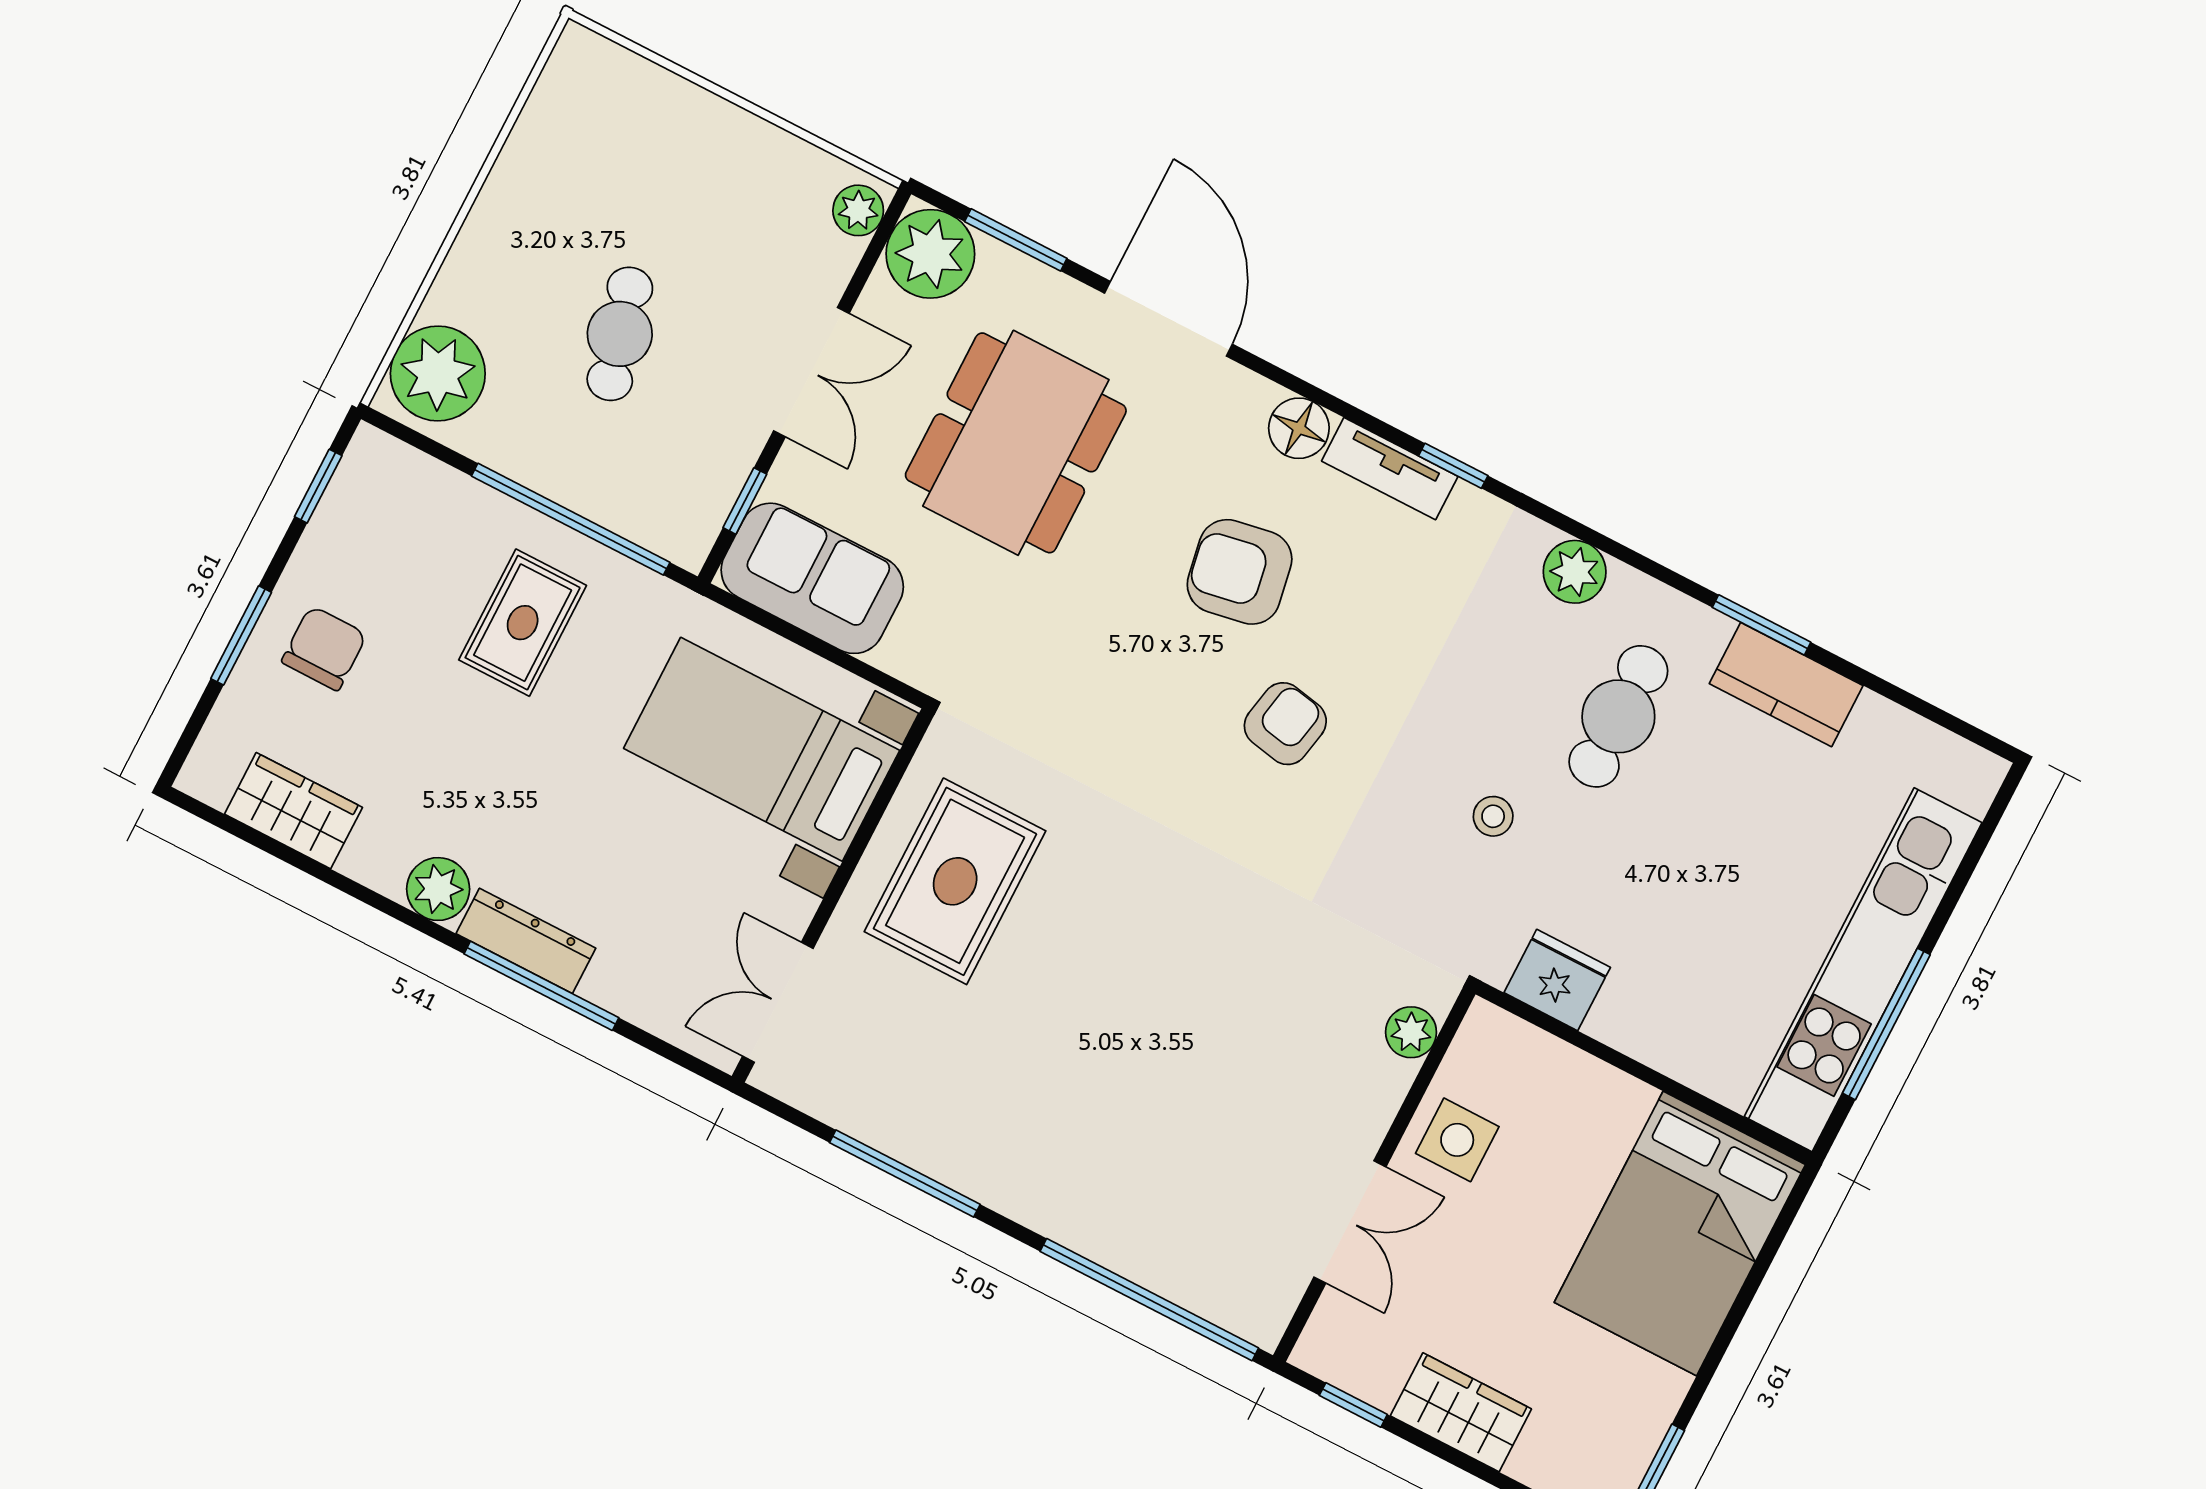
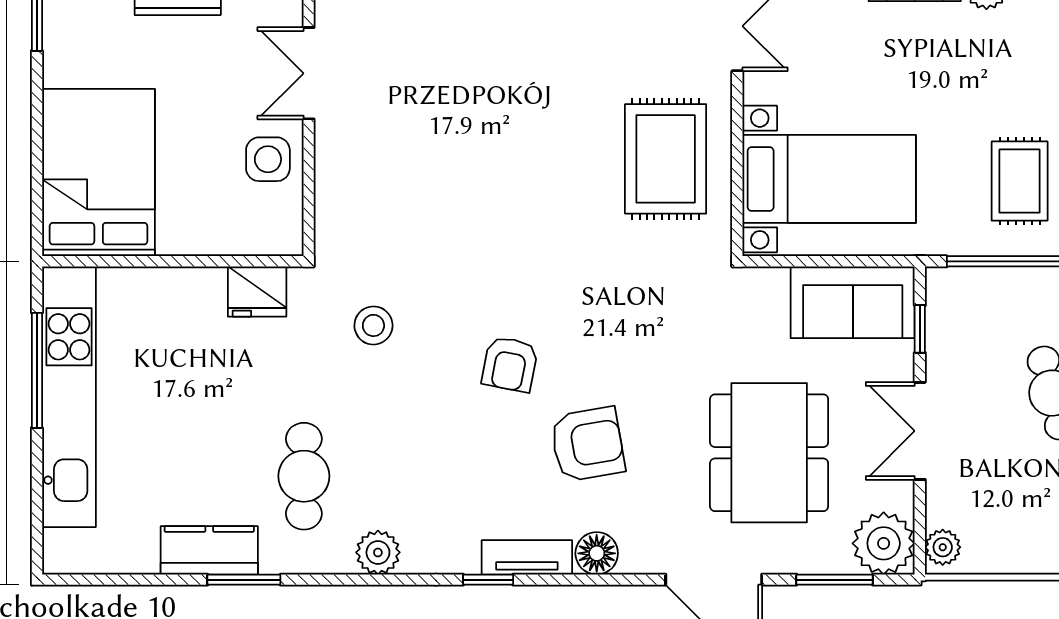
stool: (1493, 816) -> (373, 325), moved, width x1.37, depth x1.37
plant: (1411, 1032) -> (332, 212), removed

